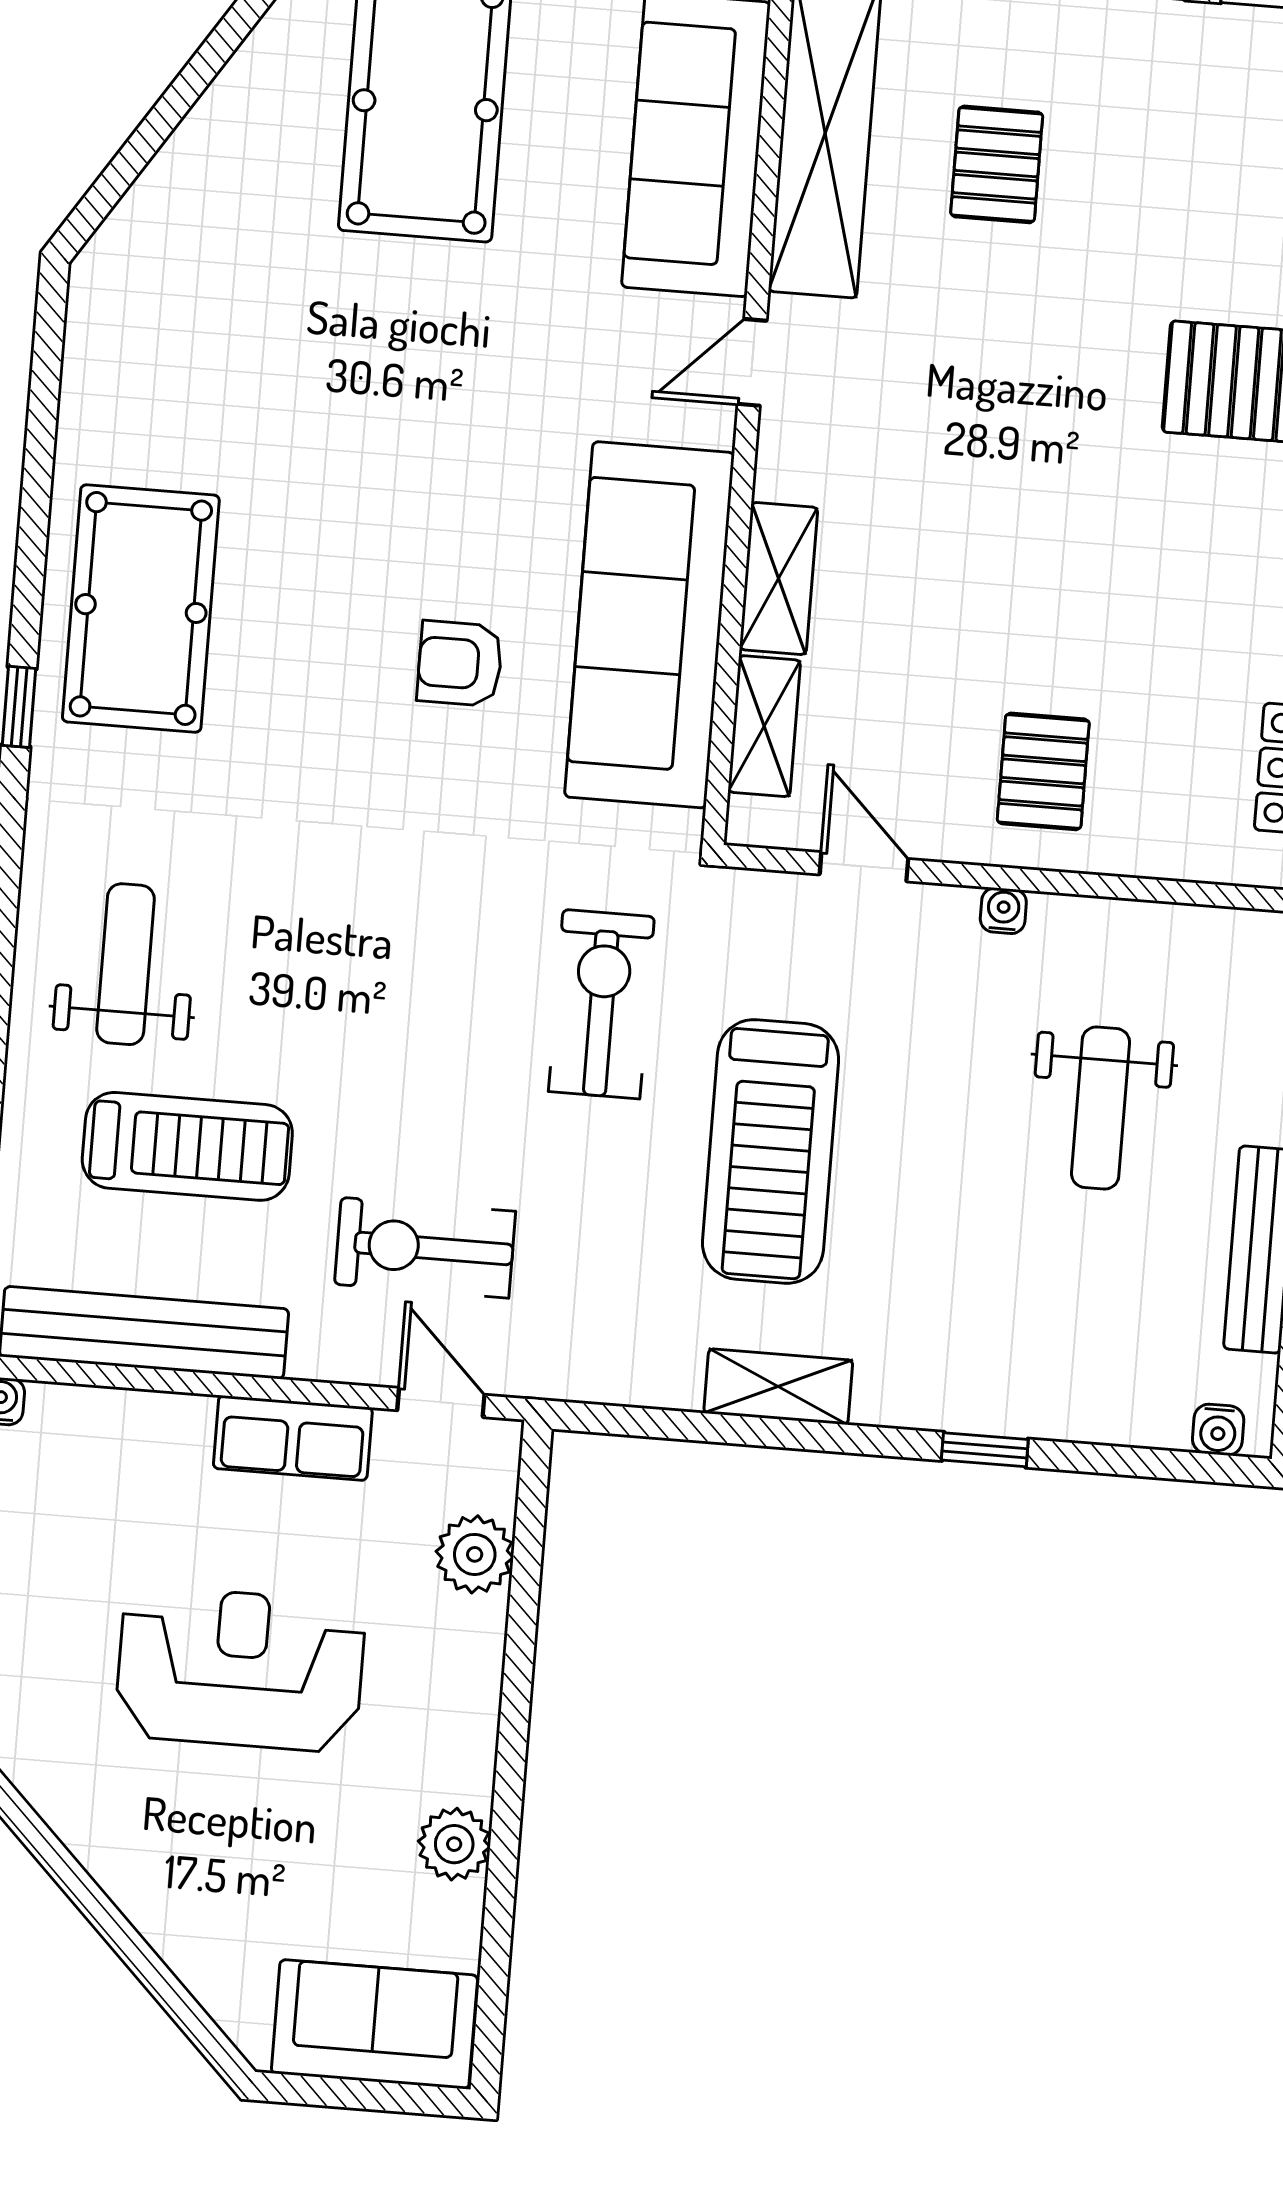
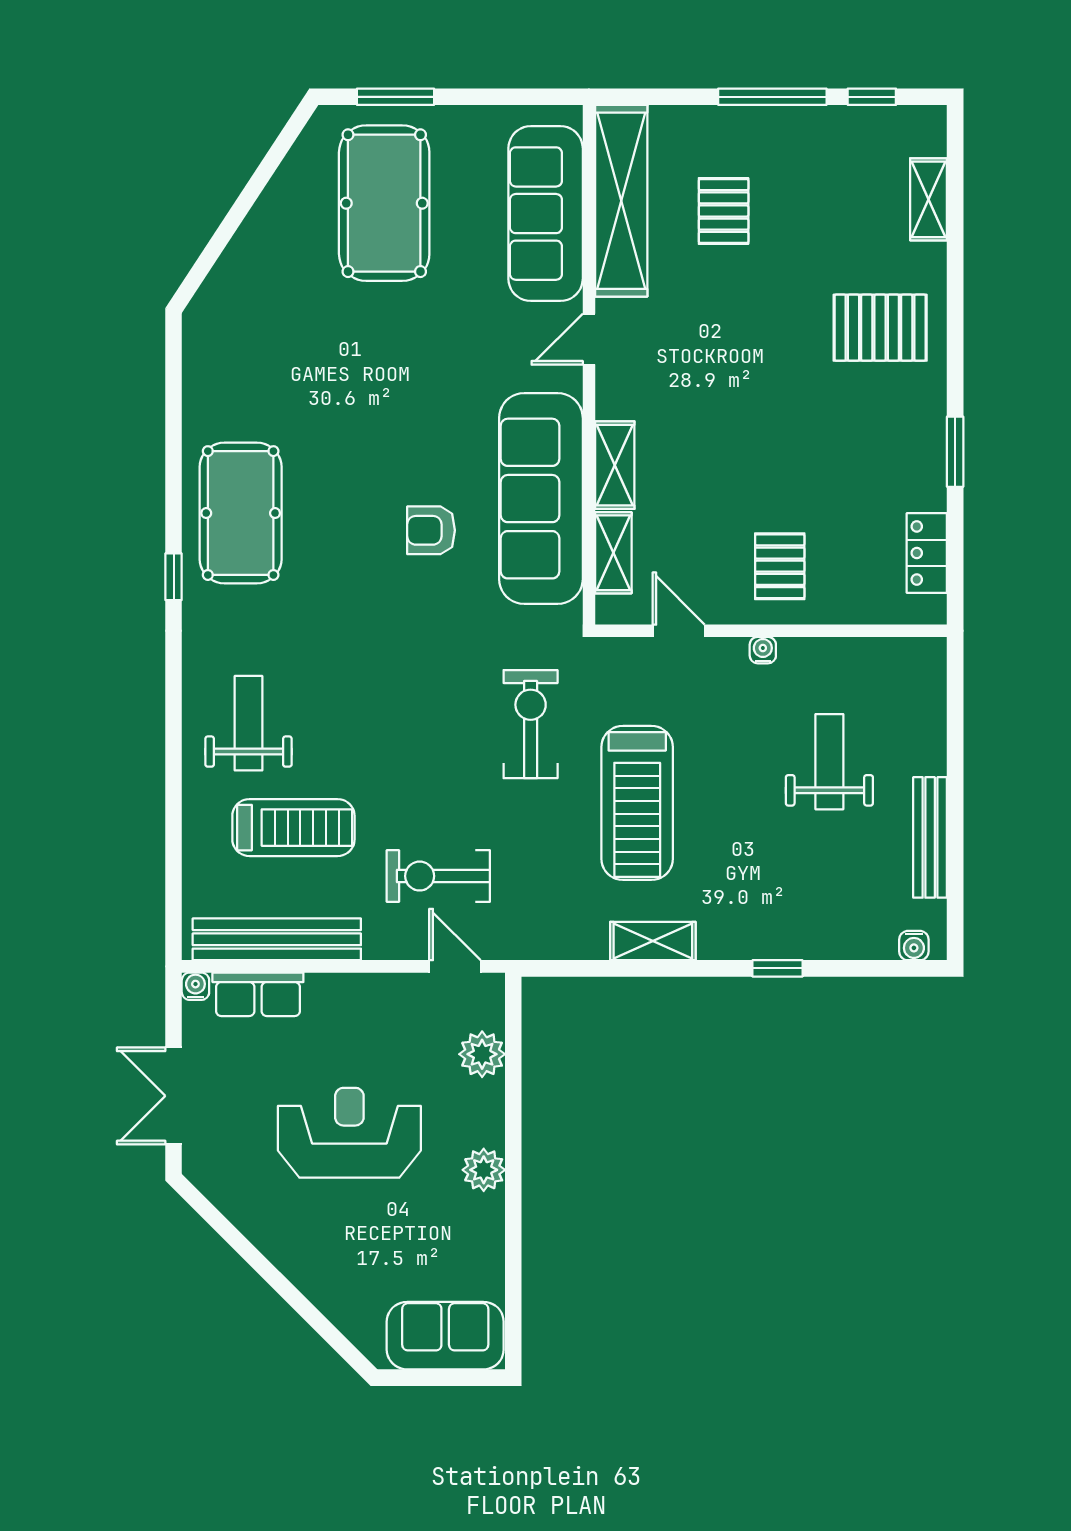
weight bench: (1101, 1108) -> (829, 762), turned 180
row of seats: (293, 1438) -> (258, 994), moved
plant: (454, 1844) -> (484, 1170), moved

